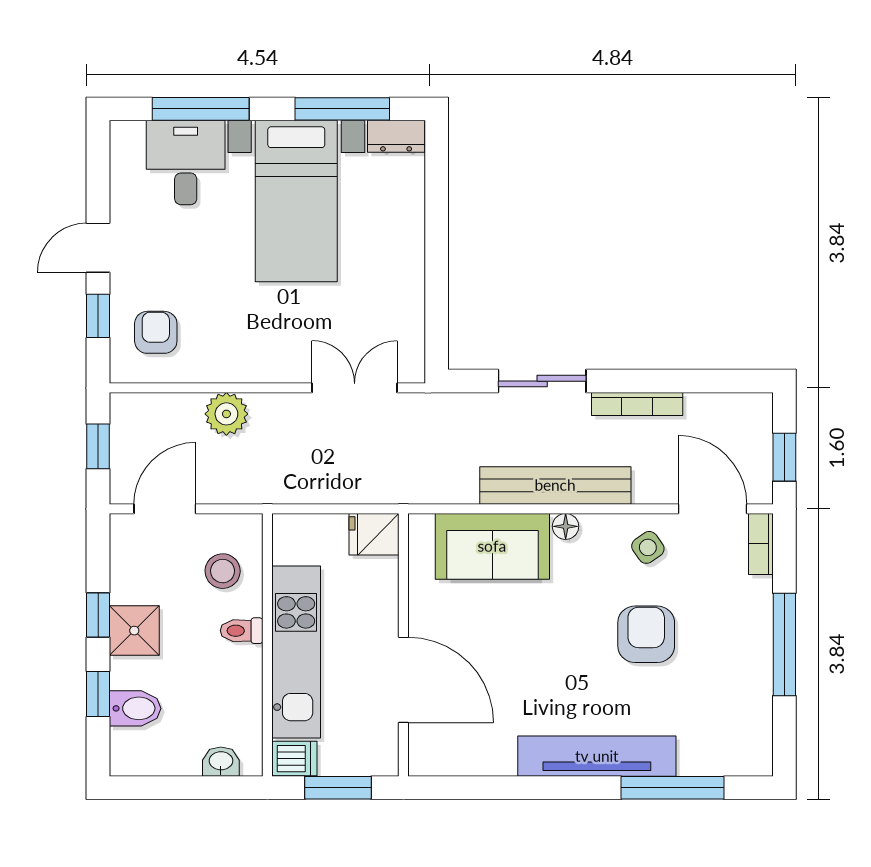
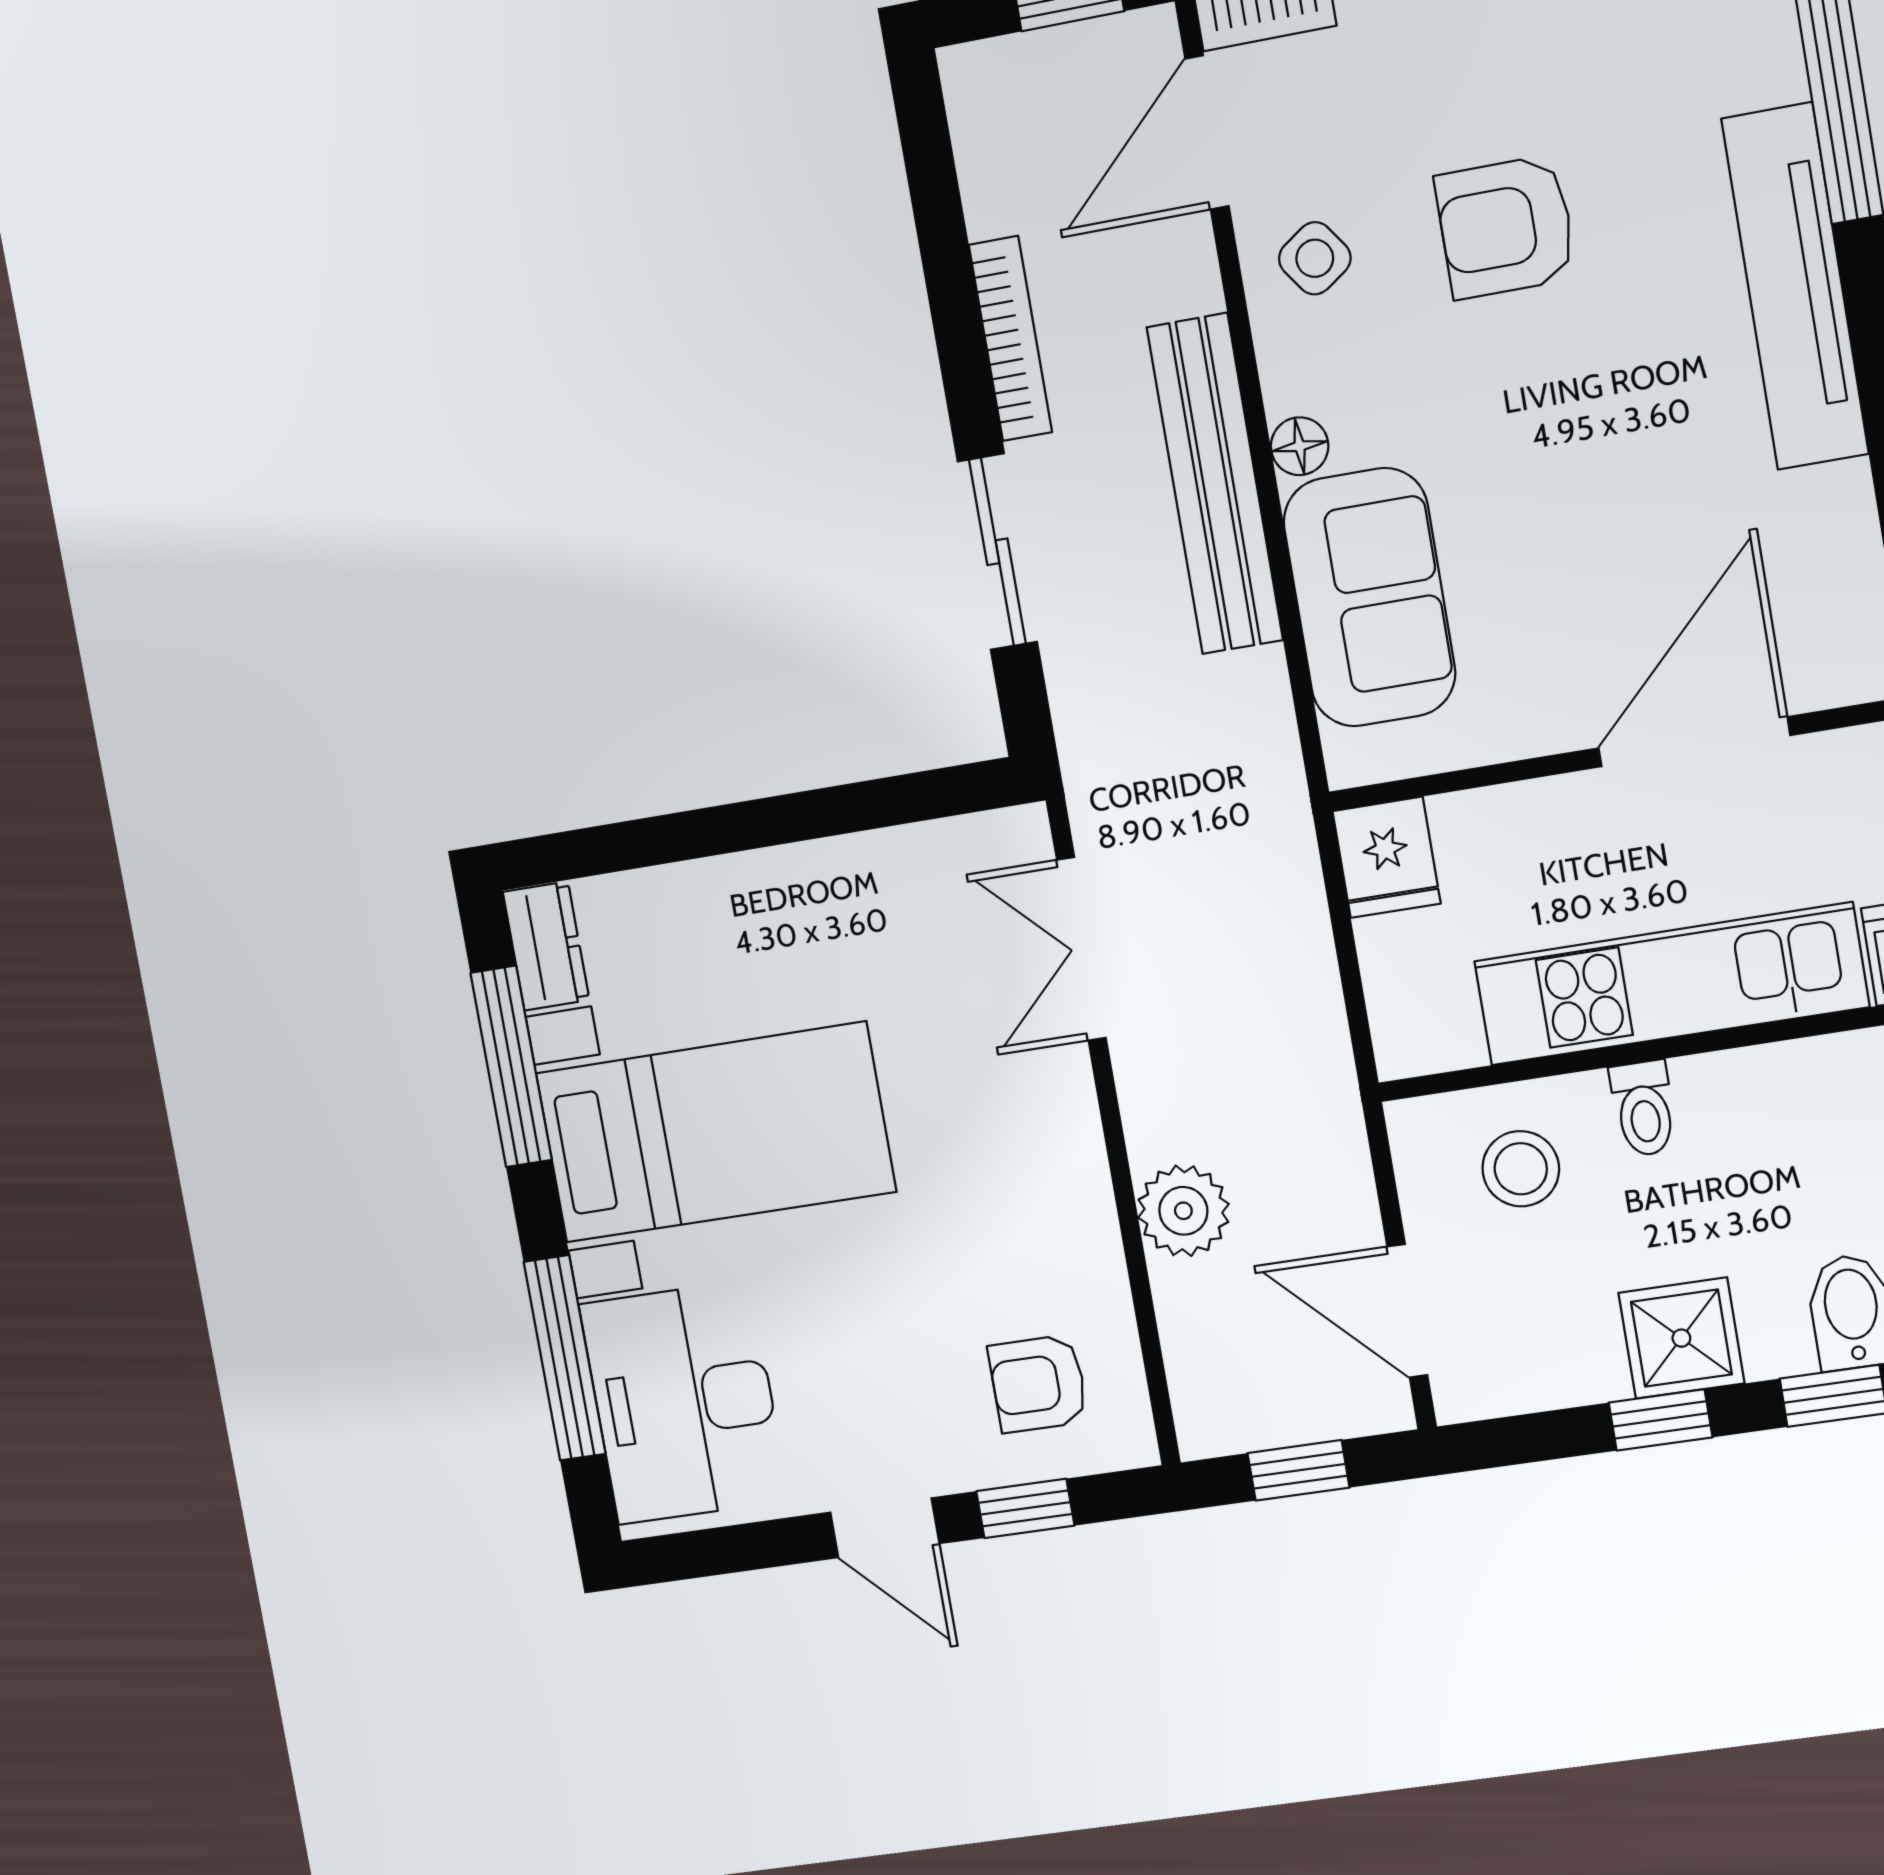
desk: (186, 163) -> (684, 1402), width x1.37

